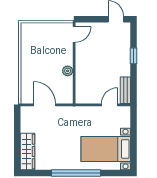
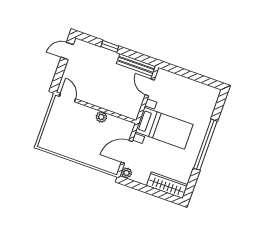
bench: (125, 90) -> (136, 65), width x1.36
plant: (26, 111) -> (126, 173), added
bed with nightstands: (106, 149) -> (164, 128), moved, turned -90

